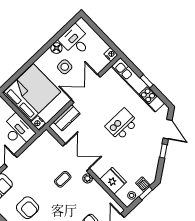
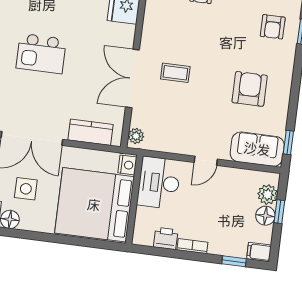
plant: (88, 178) -> (136, 136), moved

